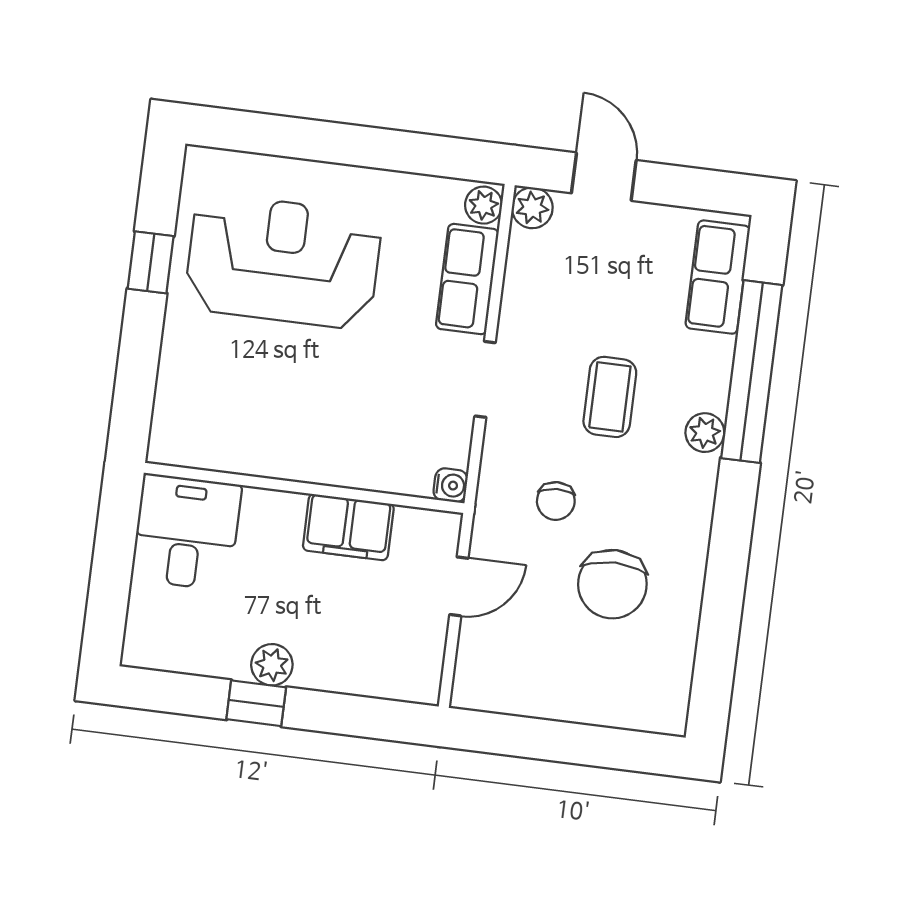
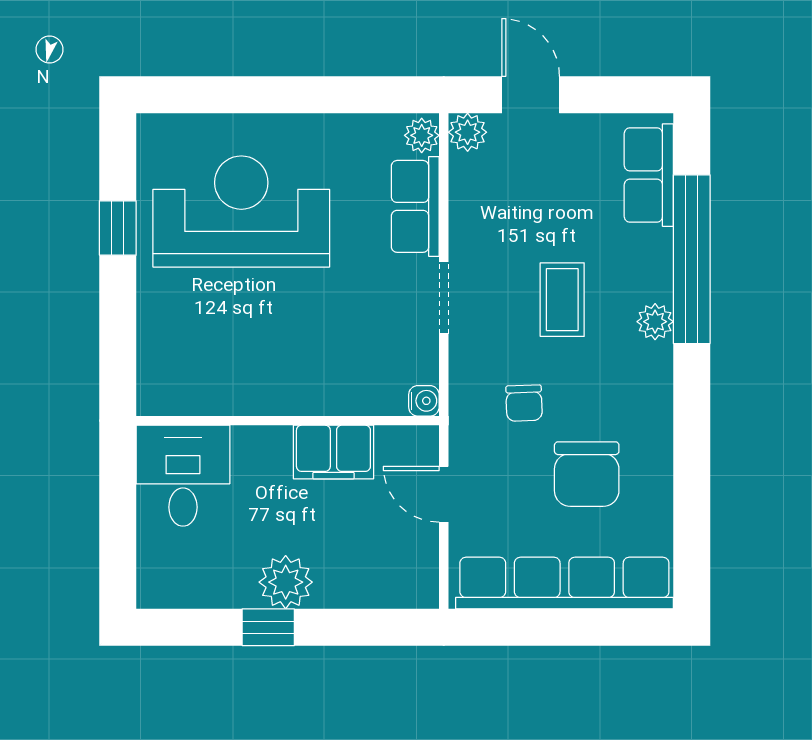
door: (459, 586) -> (444, 494), swing flipped
plant: (272, 665) -> (286, 582), width x1.38, depth x1.38
row of seats: (574, 696) -> (564, 583), added

